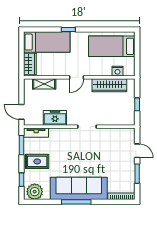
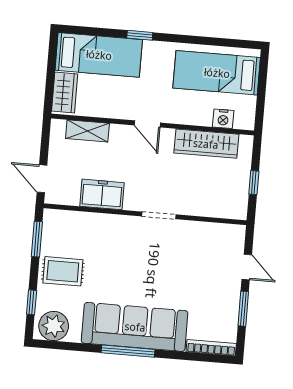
door: (76, 77) -> (147, 124), hinge flipped
tv unit: (36, 133) -> (65, 219), removed

